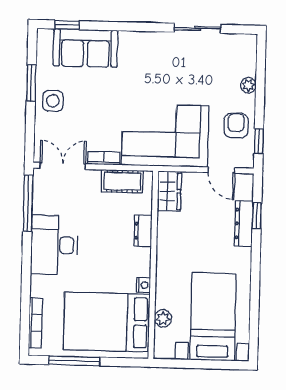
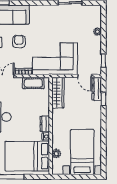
armchair: (236, 126) -> (19, 41), moved
wardrobe: (169, 191) -> (58, 93), width x1.50
dresser: (244, 224) -> (97, 89), moved
dresser: (143, 231) -> (45, 124), moved

